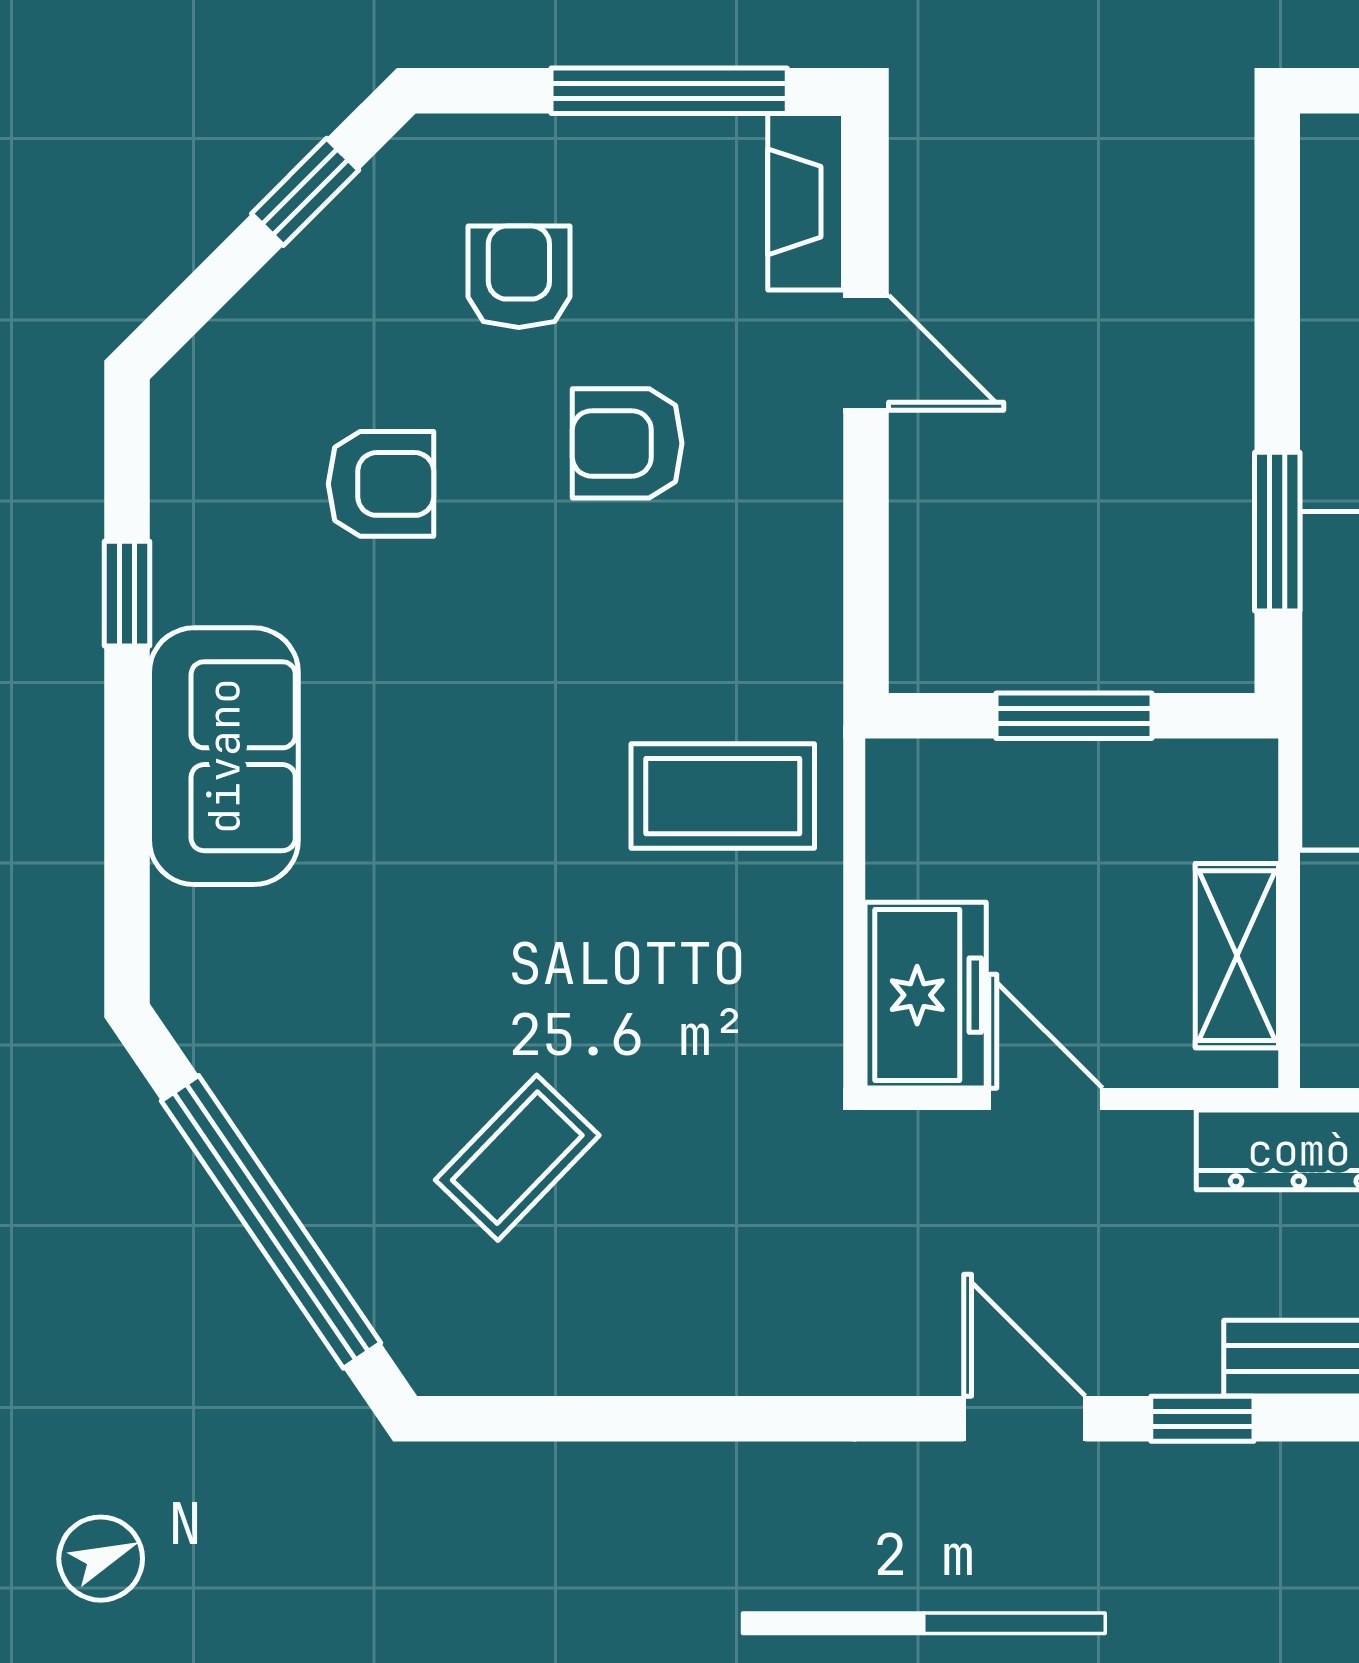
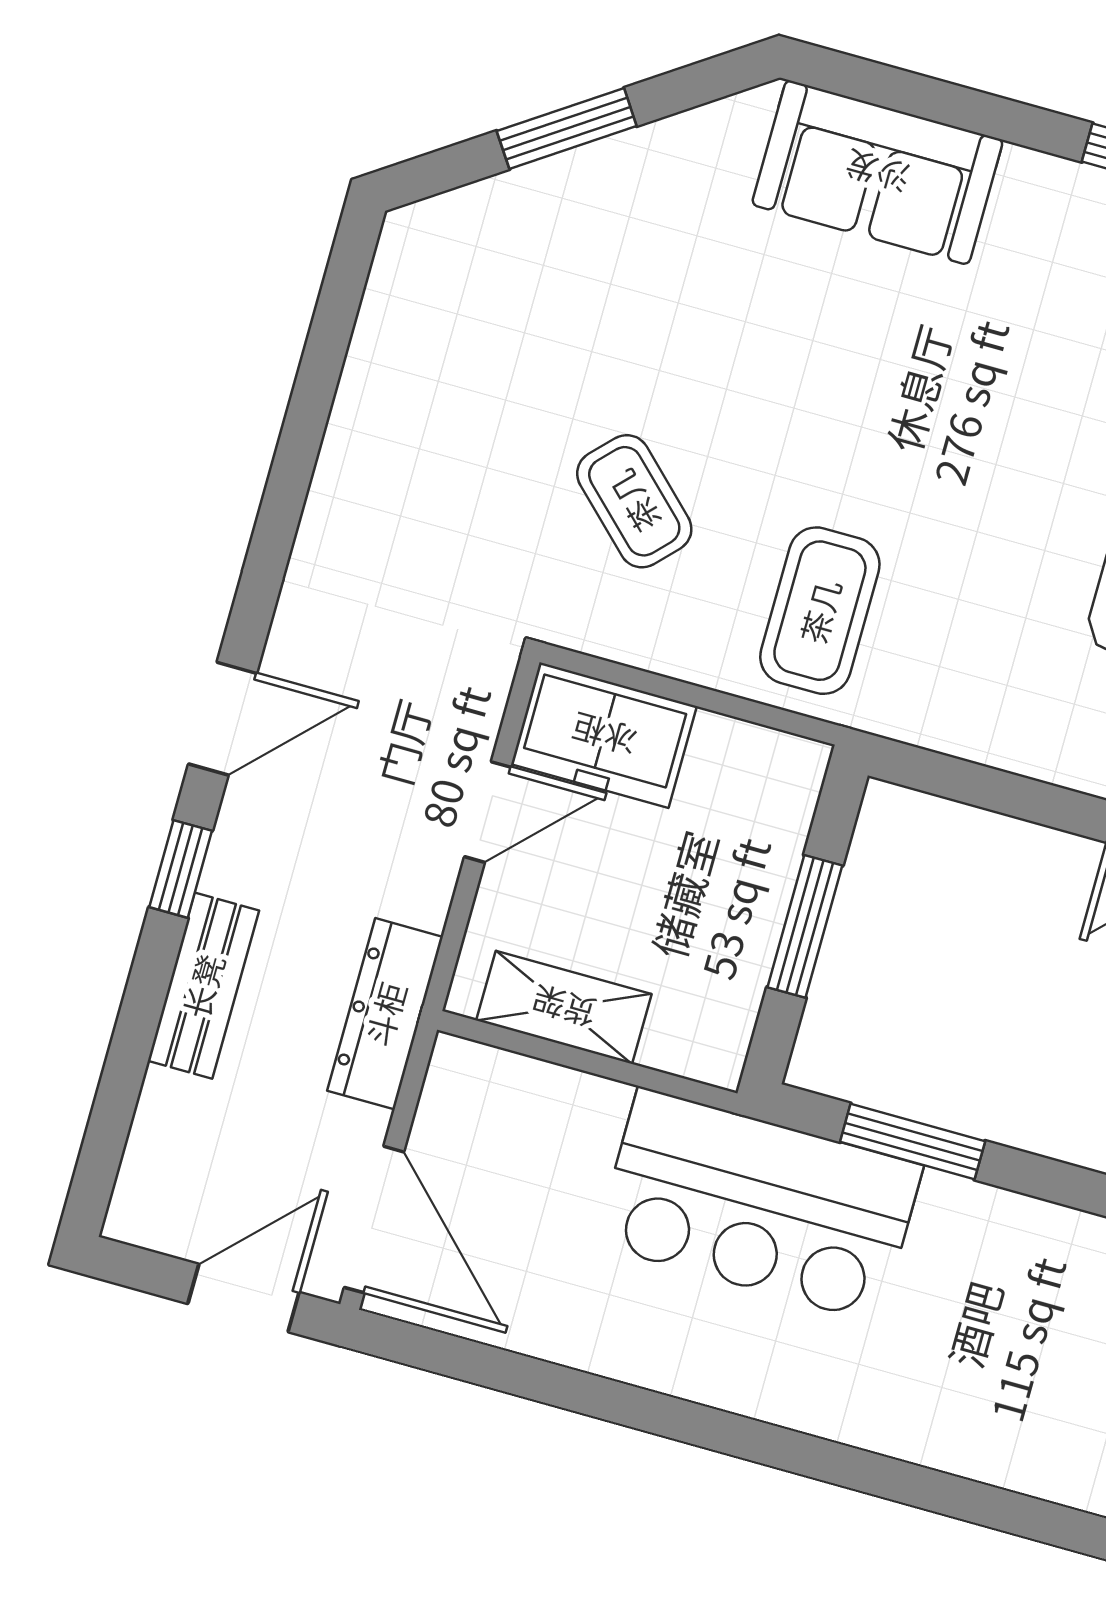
sofa: (224, 756) -> (877, 172), moved
coffee table: (517, 1158) -> (634, 501), moved
window: (271, 1222) -> (567, 129), width x0.47

